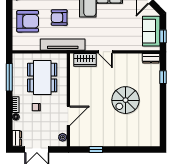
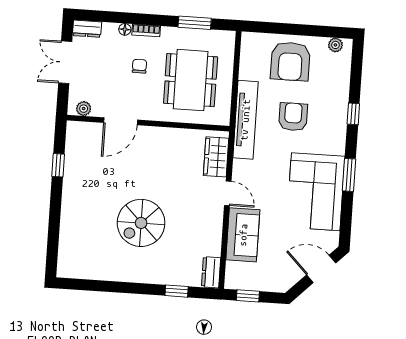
sofa: (151, 31) -> (243, 235), moved, turned 90
door: (105, 52) -> (228, 193), swing flipped
window: (9, 77) -> (195, 23), width x0.69
dining table: (42, 77) -> (191, 80), turned 90
spiral stairs: (126, 100) -> (141, 223), turned -90
door: (68, 116) -> (121, 121), hinge flipped

